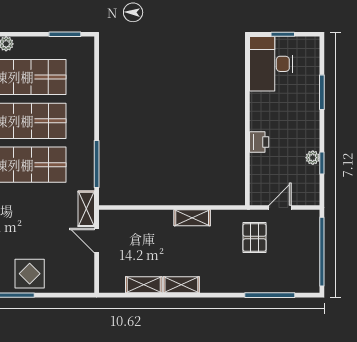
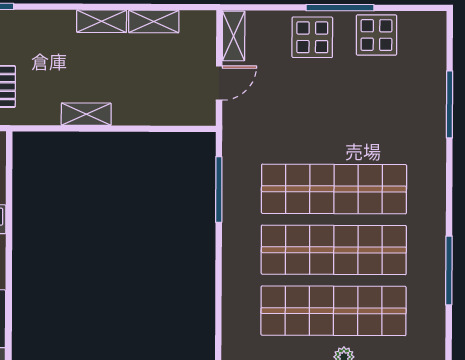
shelving: (86, 209) -> (234, 36), moved
door: (97, 241) -> (219, 83), hinge flipped

